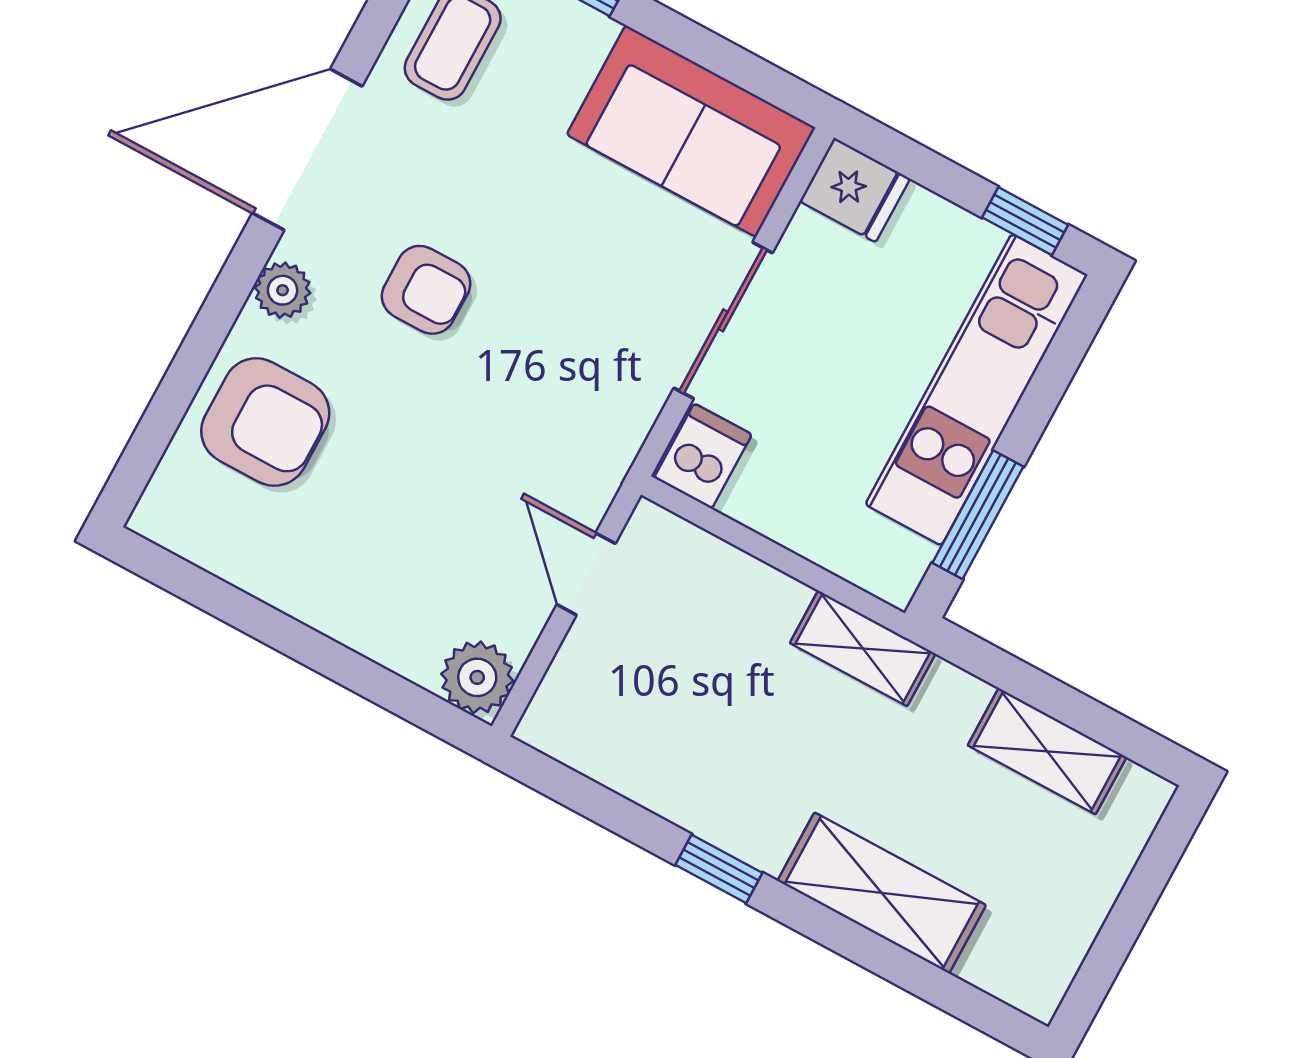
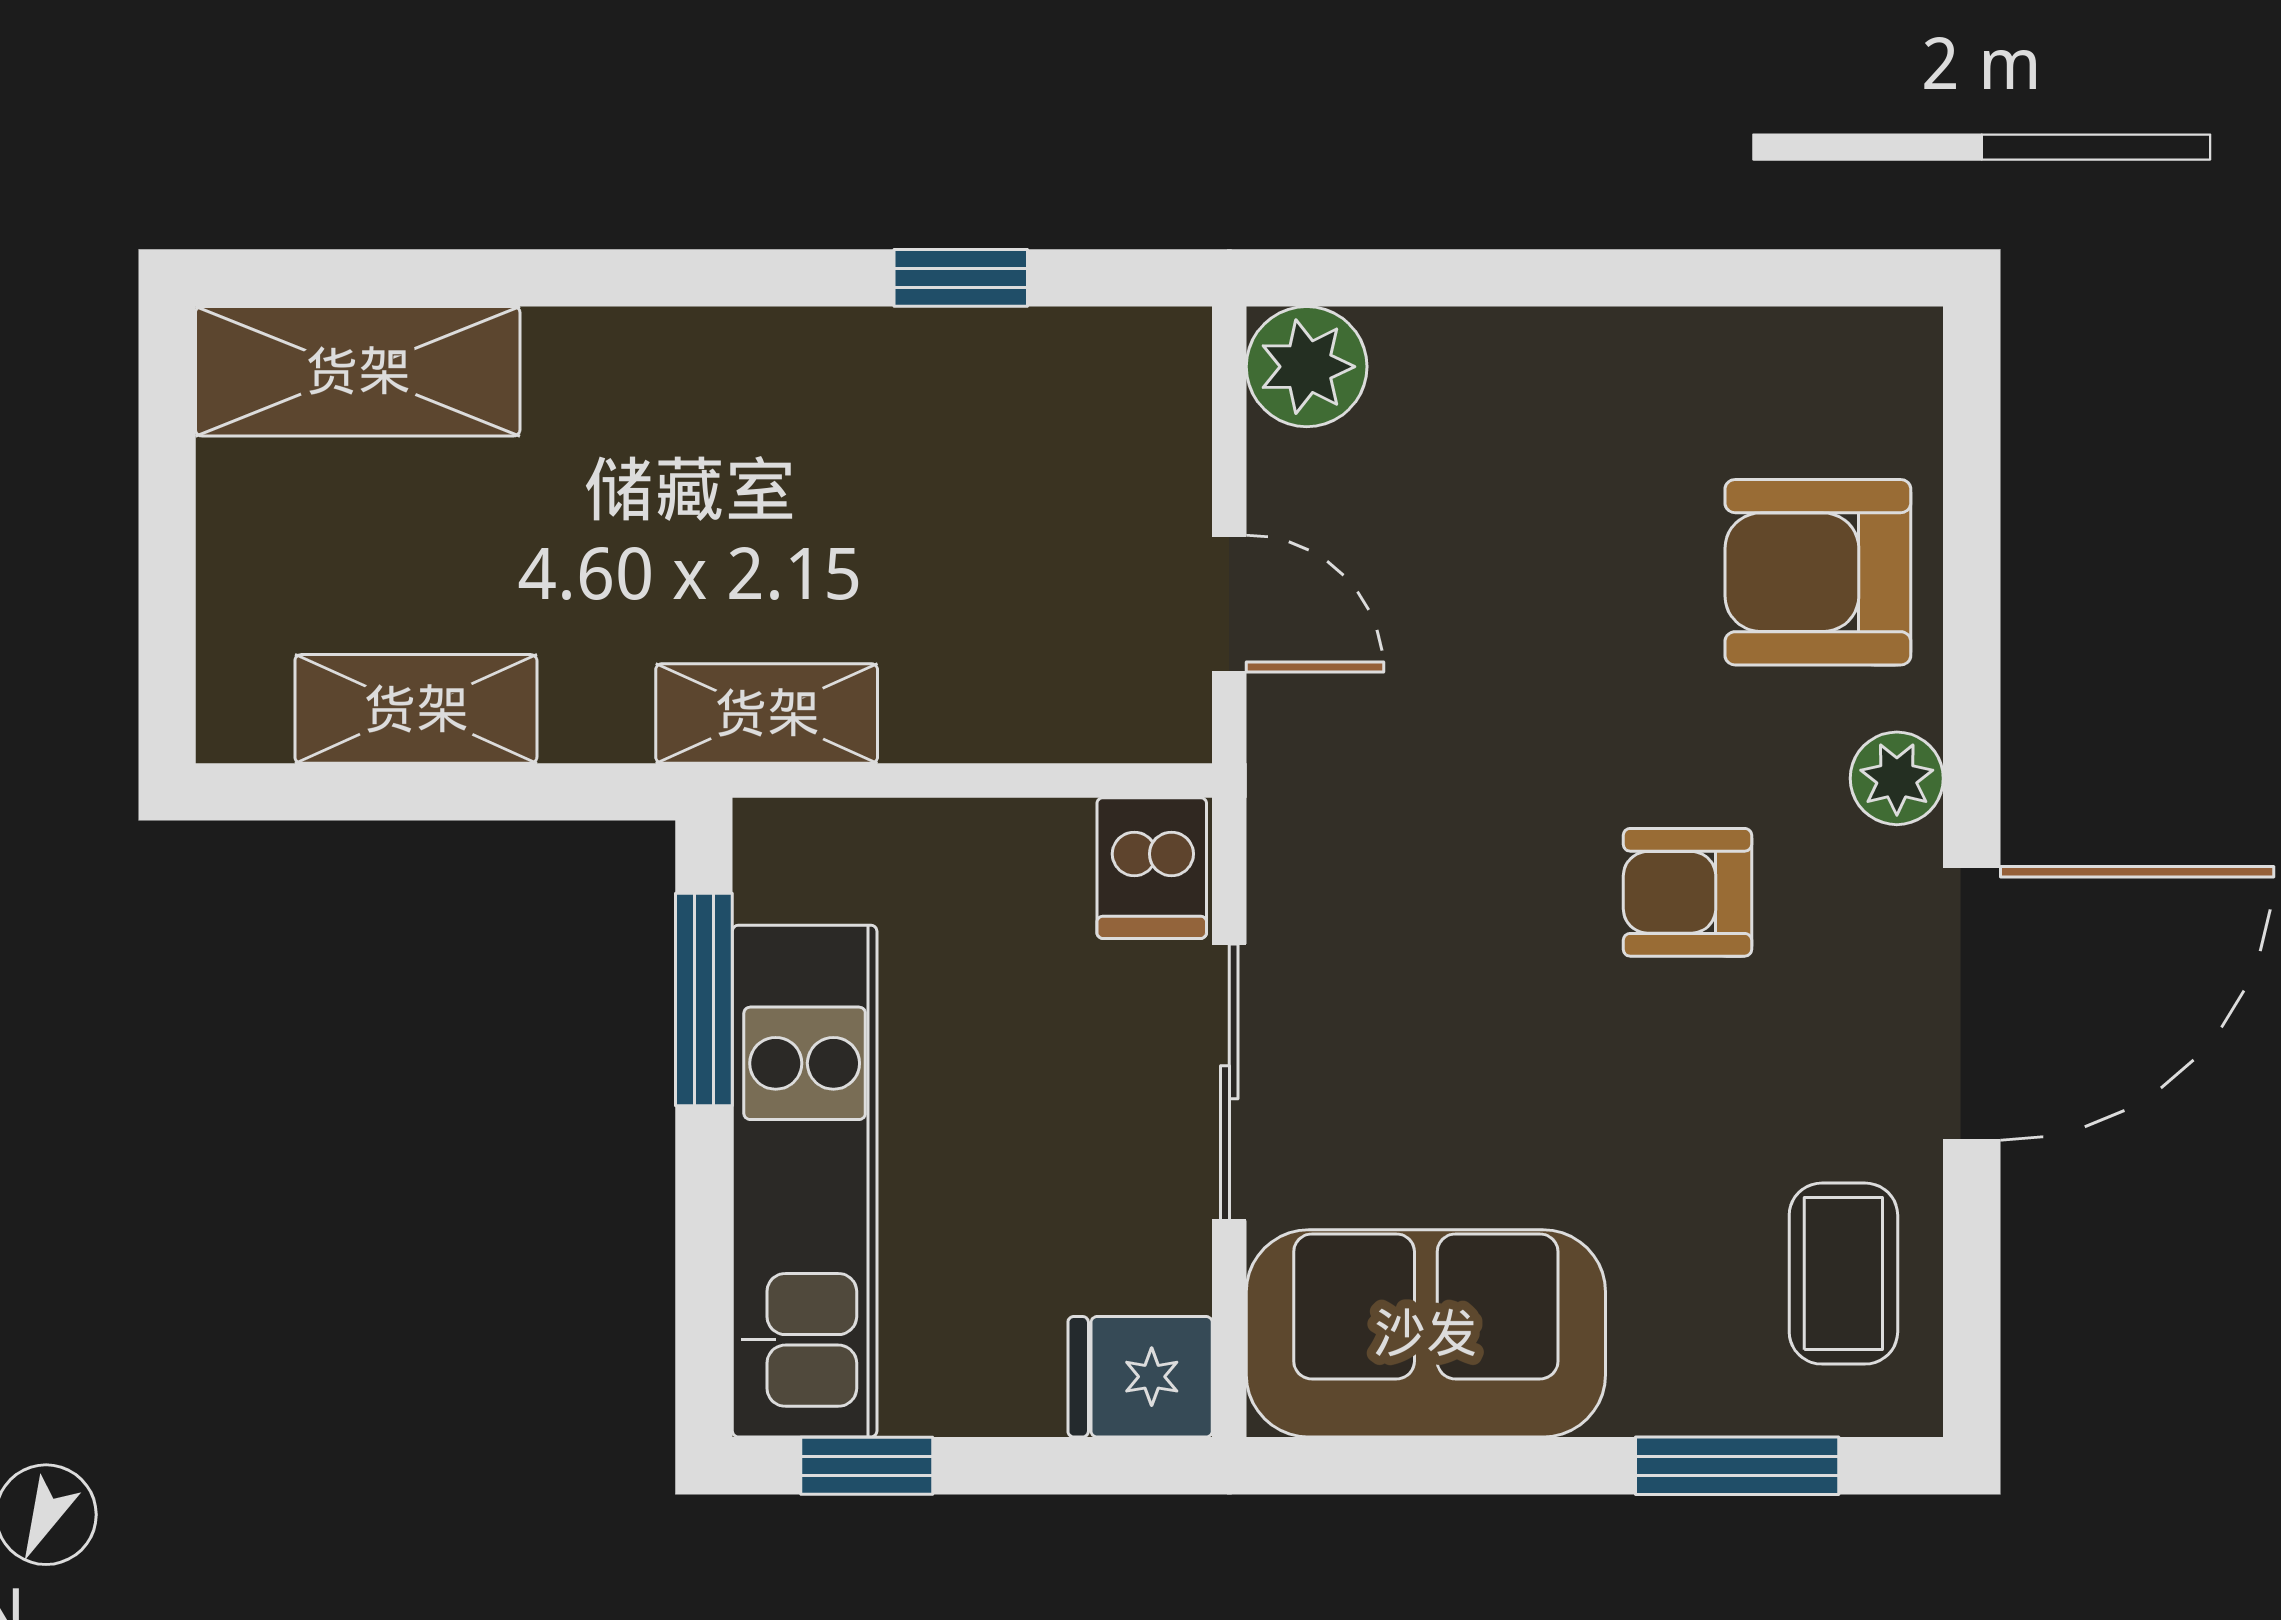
window: (719, 869) -> (961, 278), moved
shelving: (882, 893) -> (358, 371), moved

